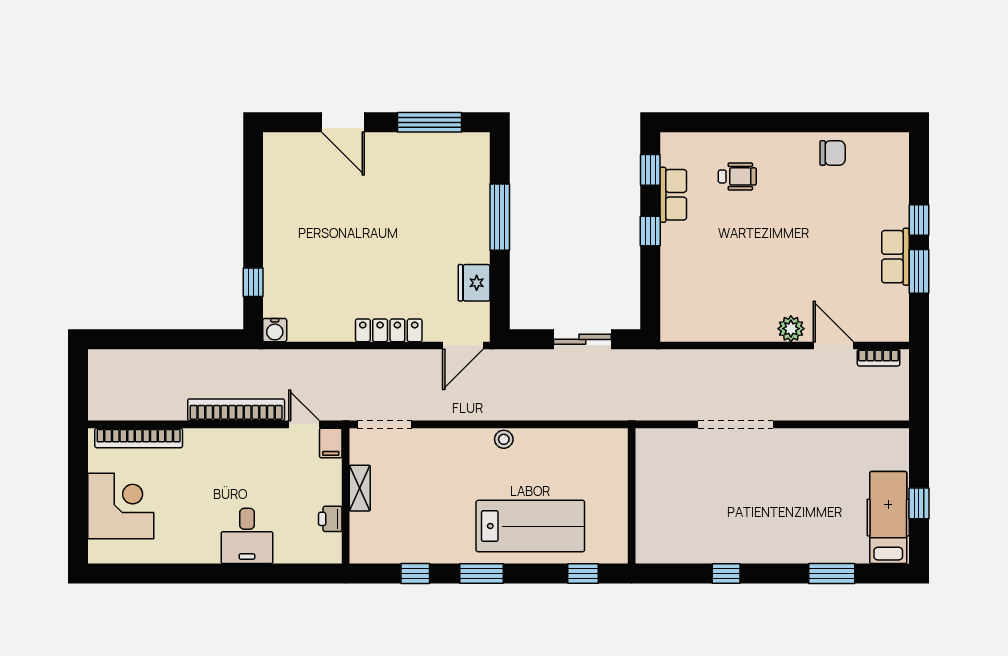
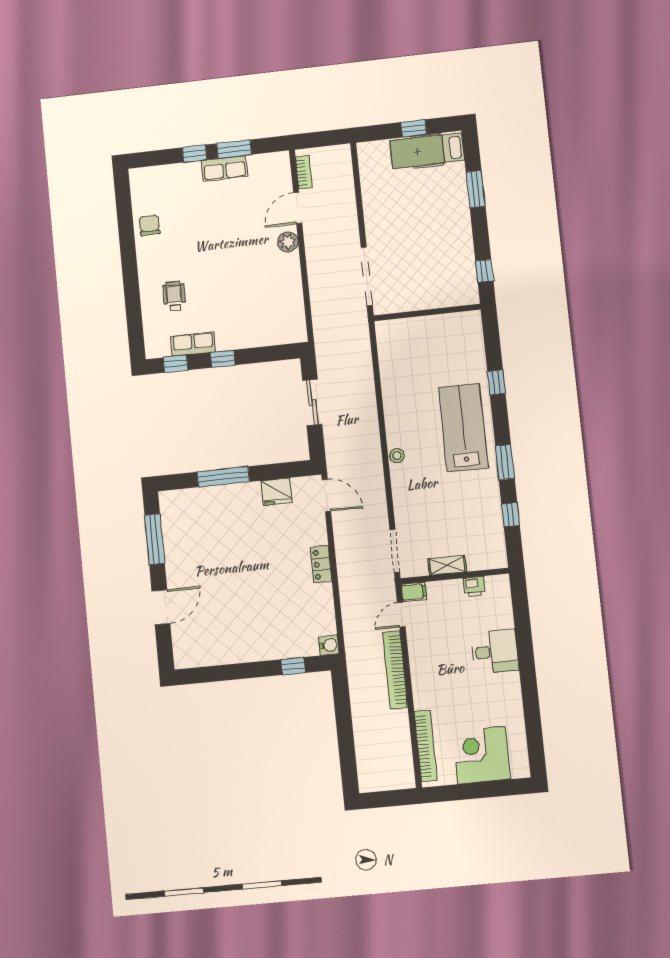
locker: (389, 330) -> (321, 564), width x0.66
wall: (632, 496) -> (427, 313), moved

